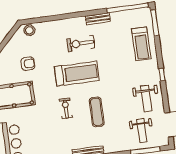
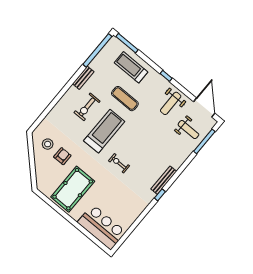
stool: (29, 30) -> (48, 144), moved
treadmill: (141, 44) -> (131, 67), turned 180
weight bench: (146, 99) -> (171, 103), turned 90
exercise mat: (97, 112) -> (125, 99), moved

